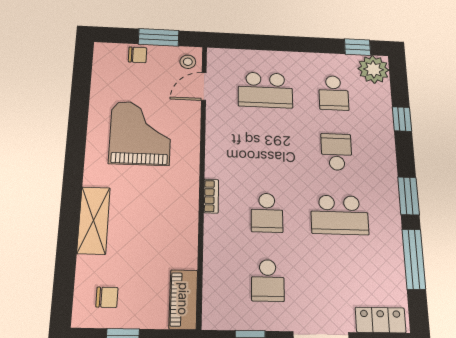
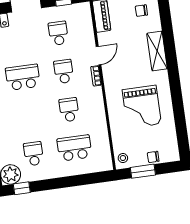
door: (204, 87) -> (99, 56), moved
school desk: (336, 152) -> (69, 110), moved, turned 180

